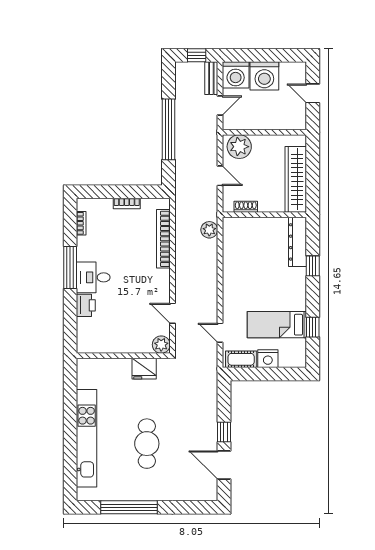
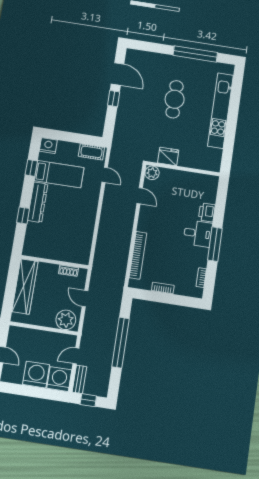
plant: (209, 230) -> (100, 257), removed
dresser: (298, 242) -> (38, 202), moved
nightstand: (268, 359) -> (48, 146), moved

